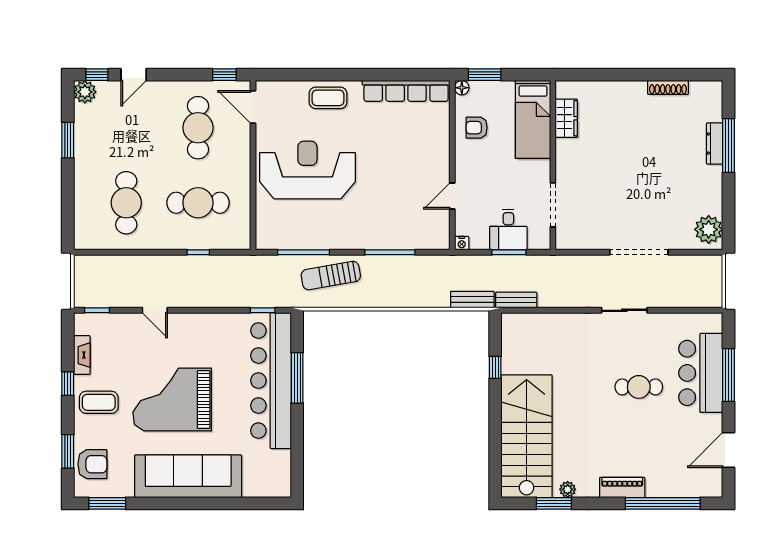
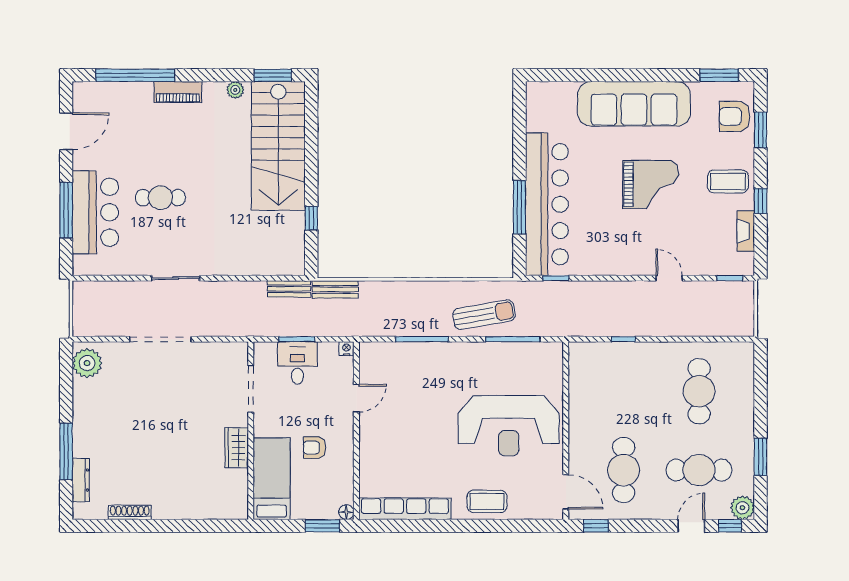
wardrobe: (566, 118) -> (237, 448), moved
armchair: (477, 128) -> (315, 448), moved, turned 180
dresser: (715, 144) -> (81, 480), moved
cafe table: (198, 203) -> (699, 470), moved
grand piano: (172, 399) -> (651, 184), width x0.73, depth x0.68
window: (554, 503) -> (273, 75), moved

